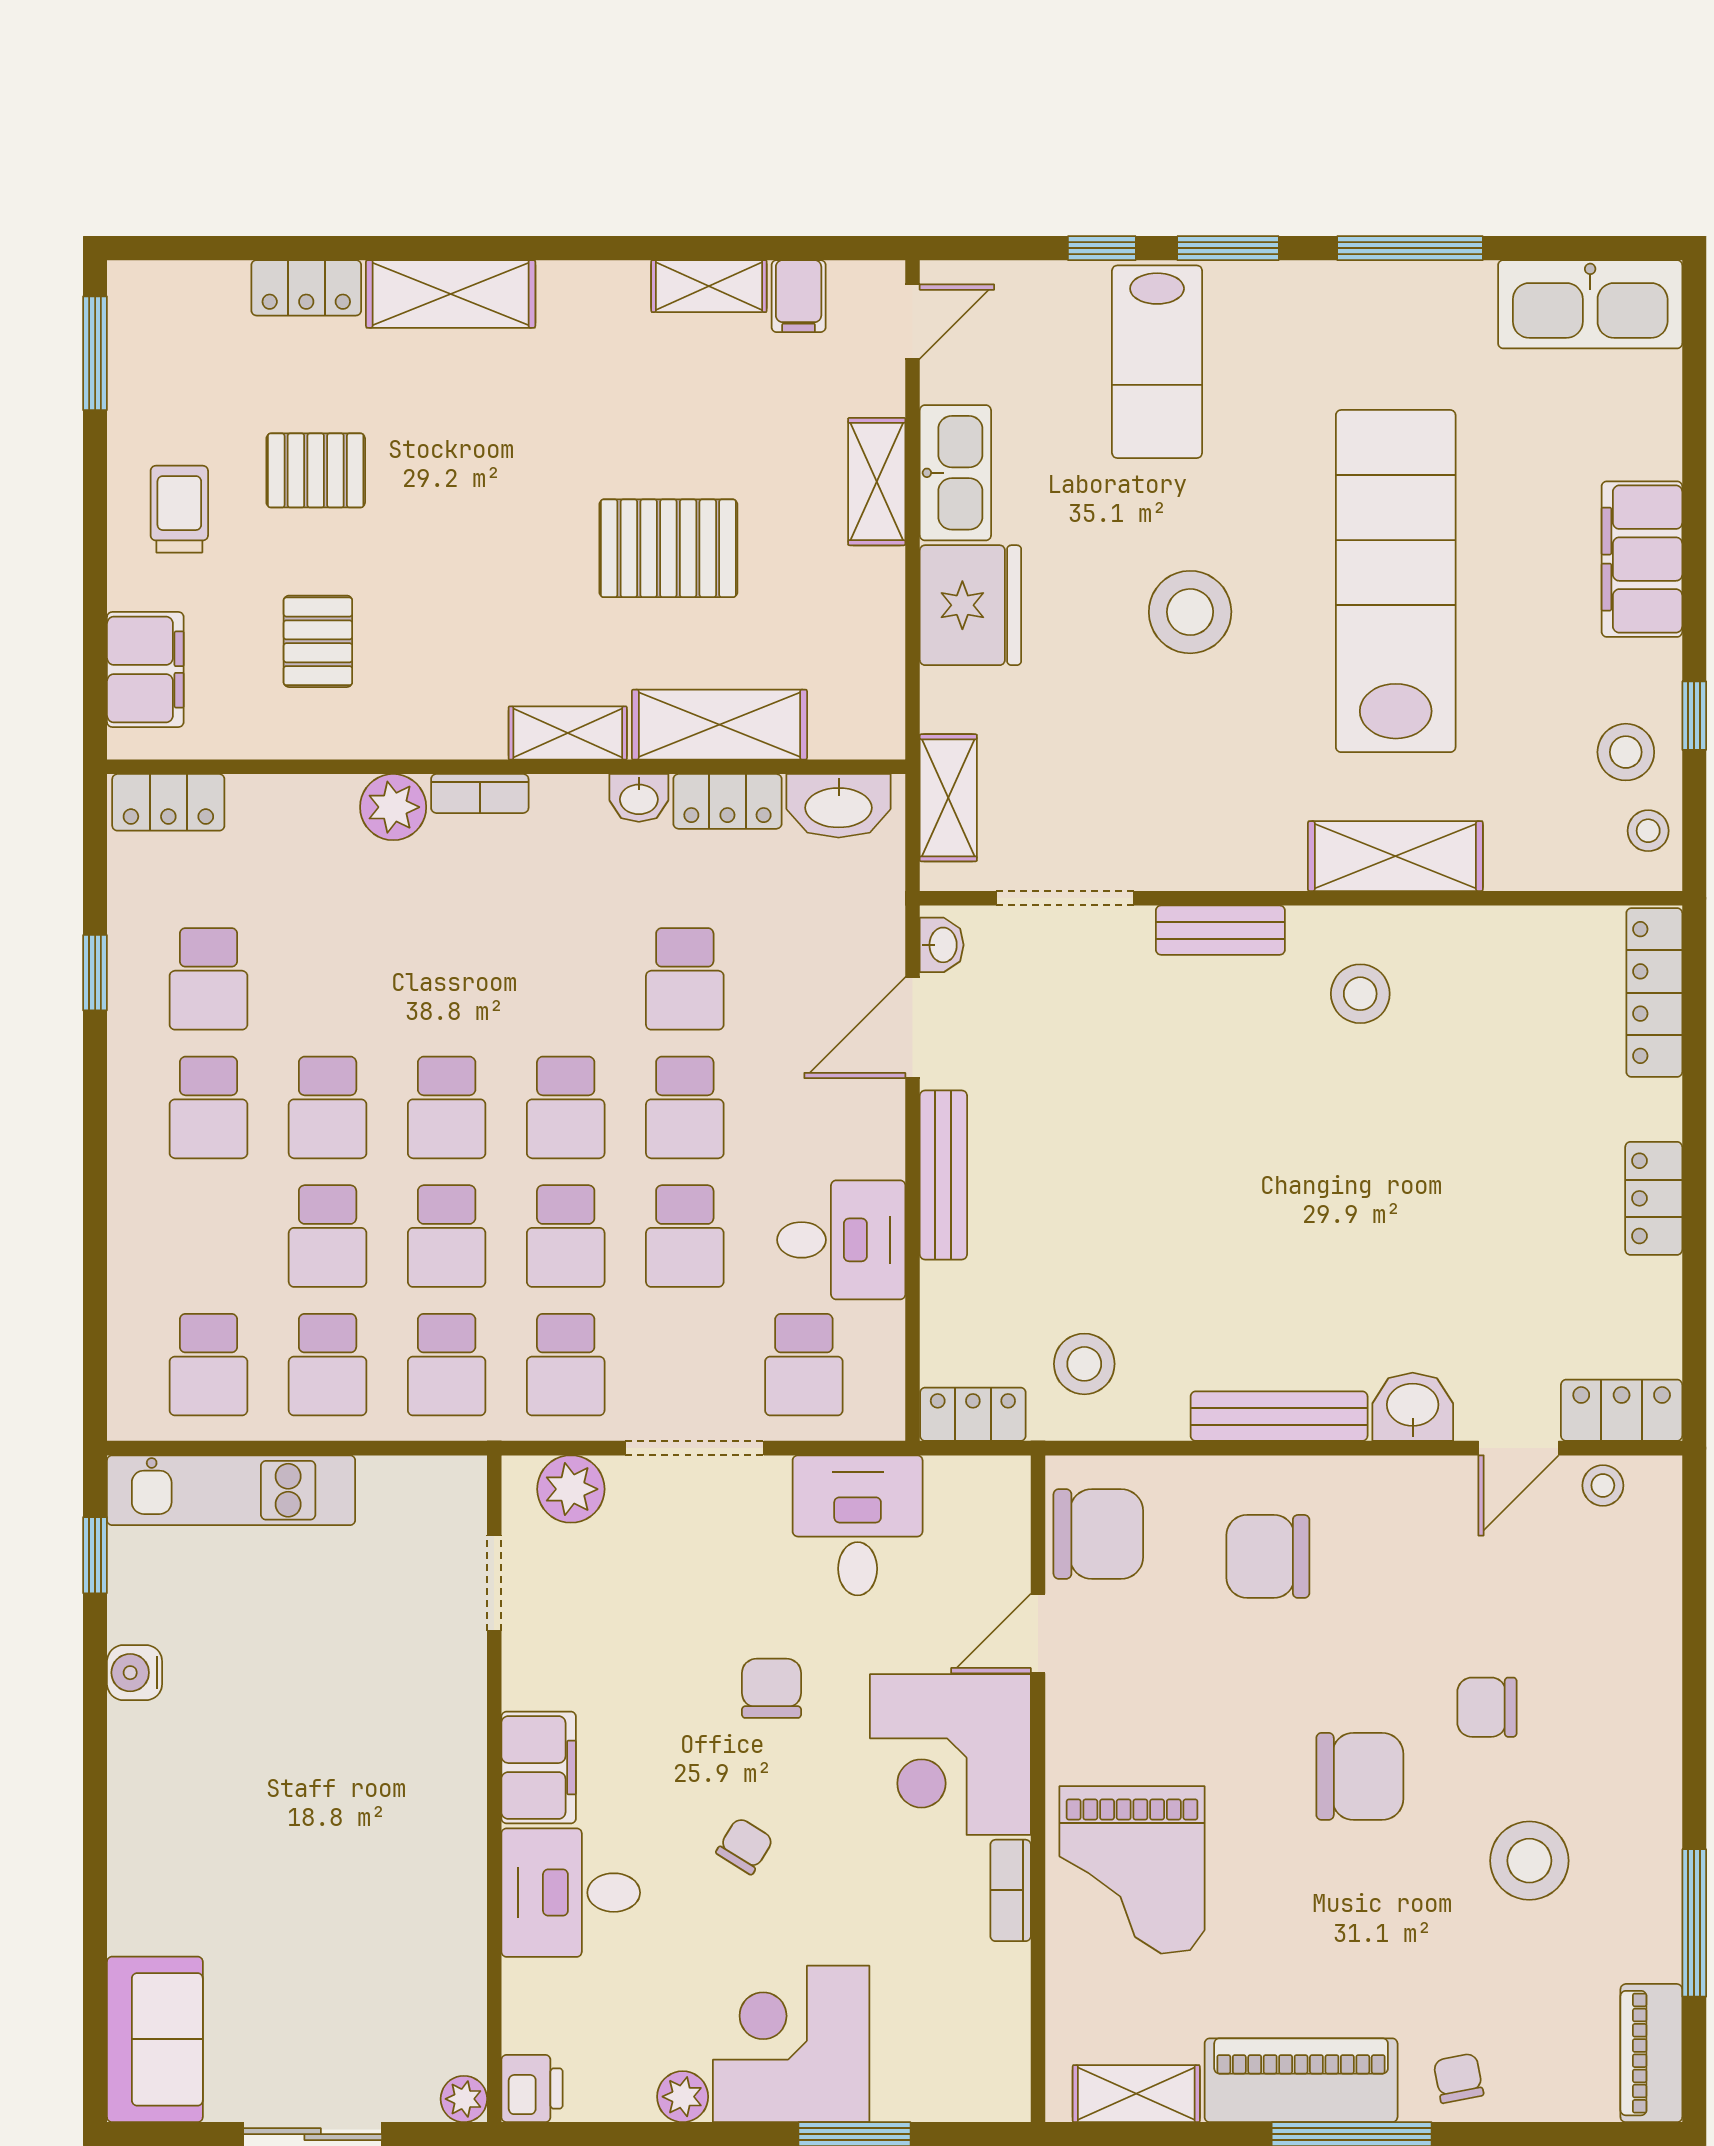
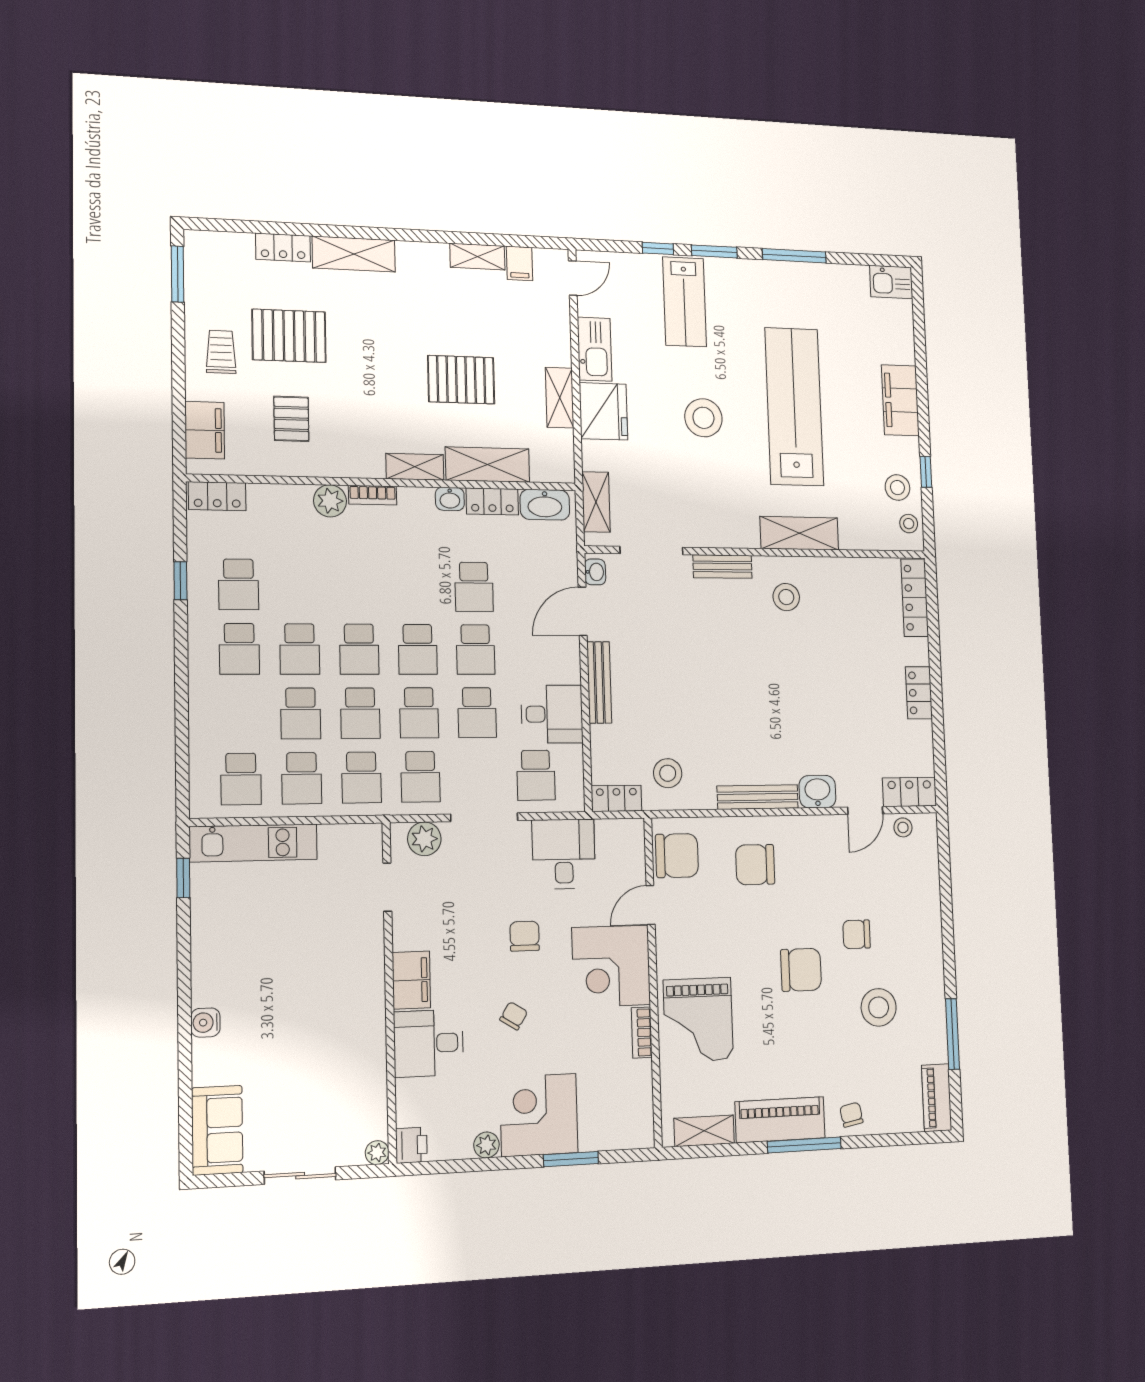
kitchen sink: (1590, 304) -> (891, 282), width x0.53, depth x0.81
pallet: (316, 470) -> (289, 336), width x1.50, depth x1.42
shelving: (877, 482) -> (560, 398), moved
water cooler: (135, 1673) -> (205, 1023), moved

